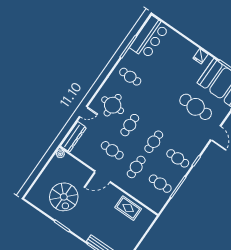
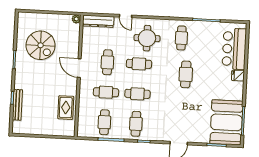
bar counter: (149, 38) -> (234, 49), moved, turned 90
fridge: (201, 56) -> (238, 76), moved
cafe table: (196, 107) -> (186, 74), moved, width x0.73, depth x0.74
spiral stairs: (64, 197) -> (41, 45), turned -90

